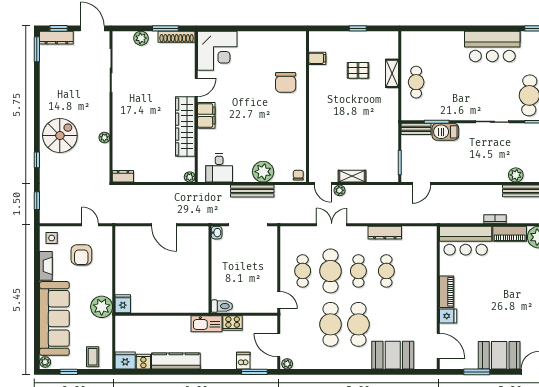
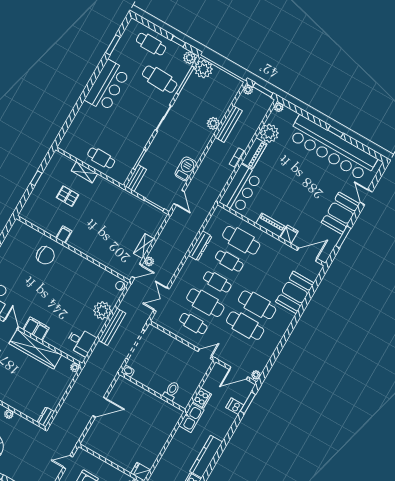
filing cabinet: (317, 58) -> (64, 234), moved
pallet: (358, 70) -> (68, 196), turned 90
barbecue: (445, 132) -> (186, 169), moved, turned 180
double door: (332, 225) -> (161, 299), moved
cafe table: (414, 271) -> (241, 240), added
toilet: (222, 306) -> (172, 391), moved

